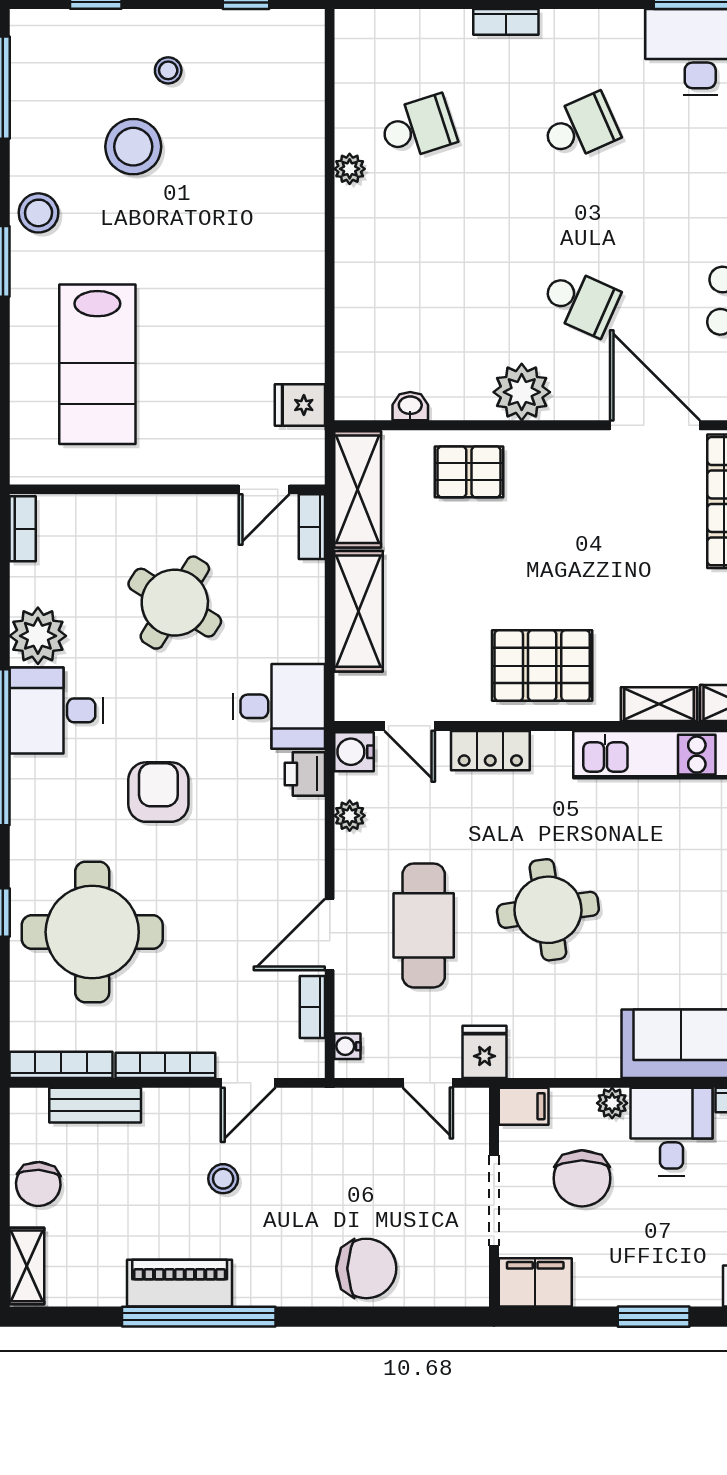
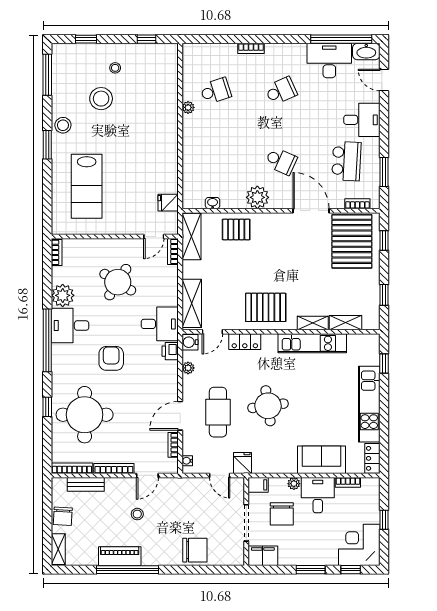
shelving: (359, 611) -> (192, 303), moved
door: (410, 726) -> (212, 332), hinge flipped

